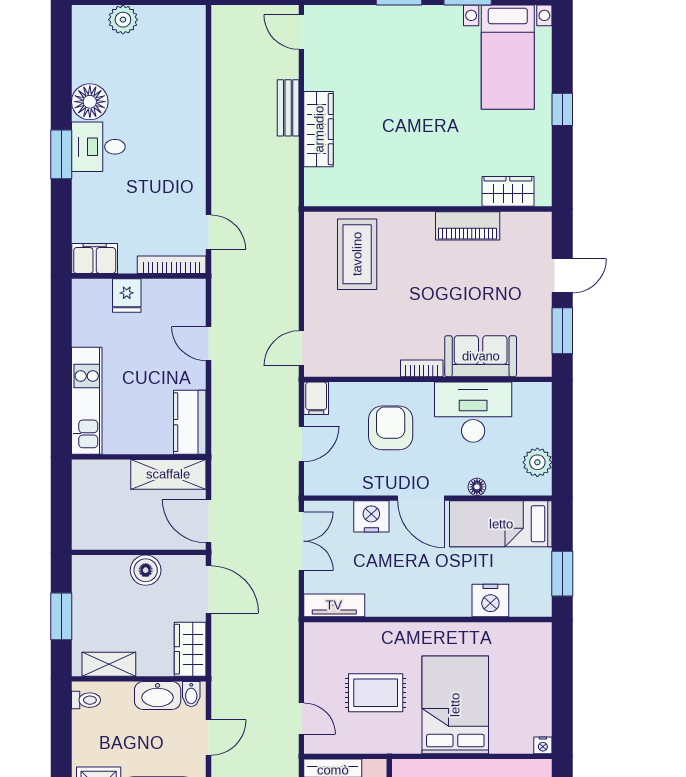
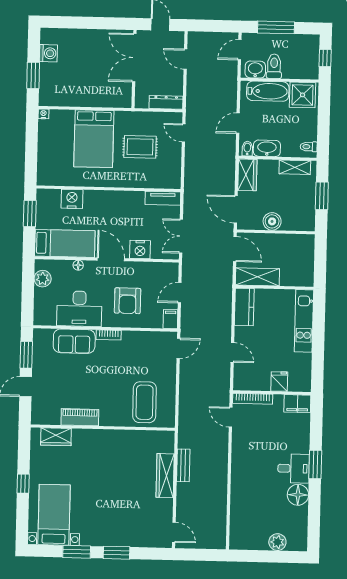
bench: (288, 108) -> (183, 465), moved

